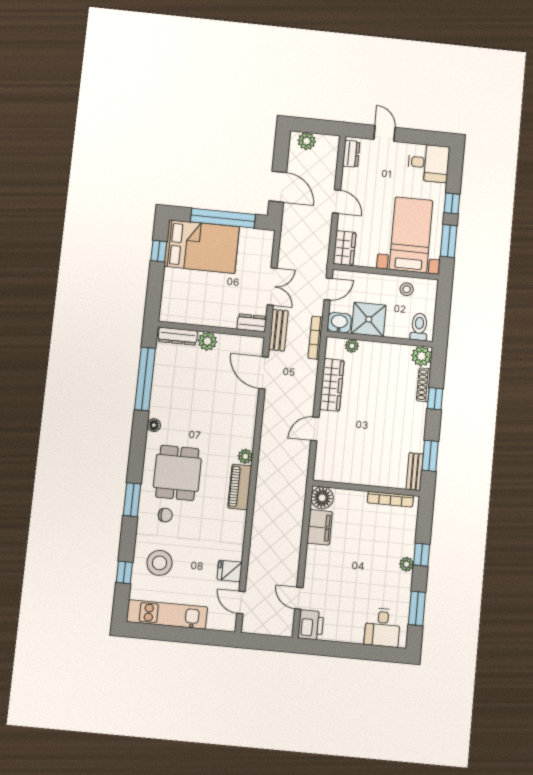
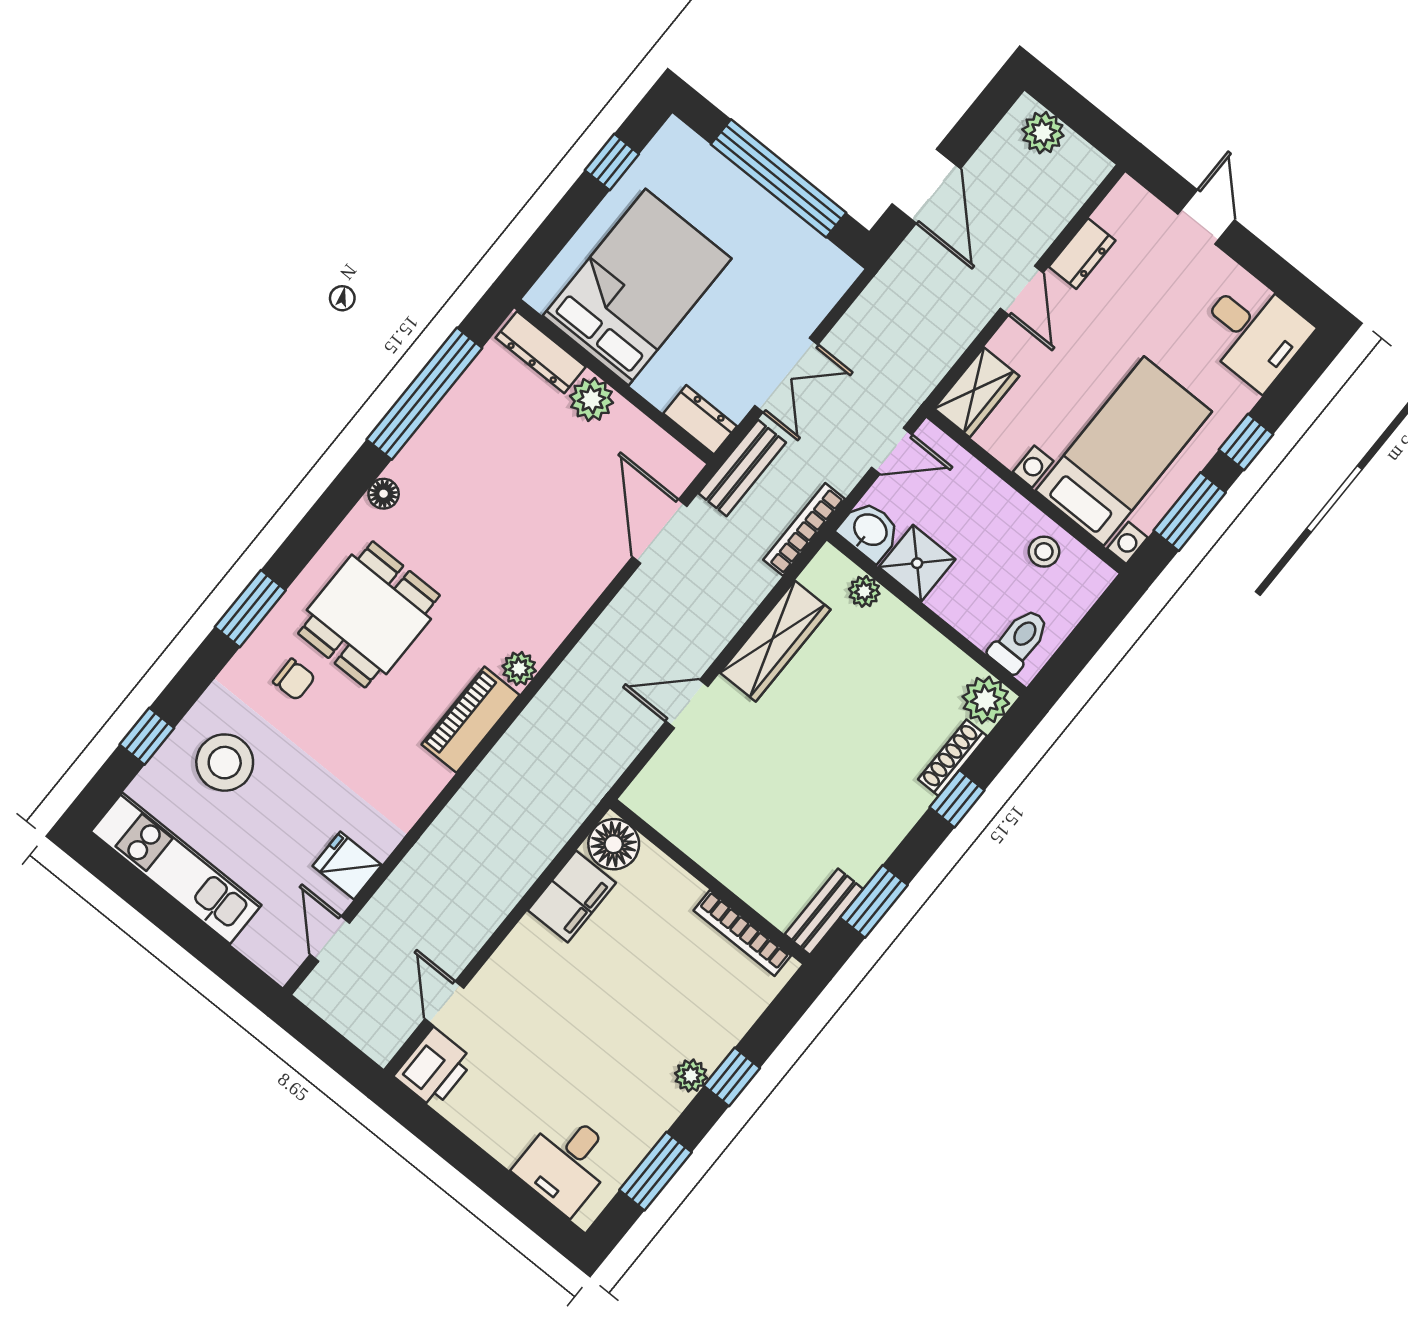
dresser: (351, 154) -> (1082, 254), moved
bed: (202, 247) -> (637, 287), moved, turned -90
shower: (369, 319) -> (917, 563), width x0.73, depth x0.73

